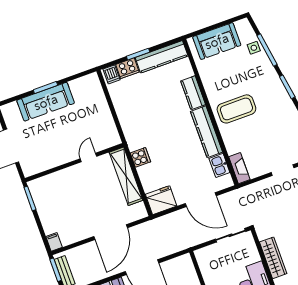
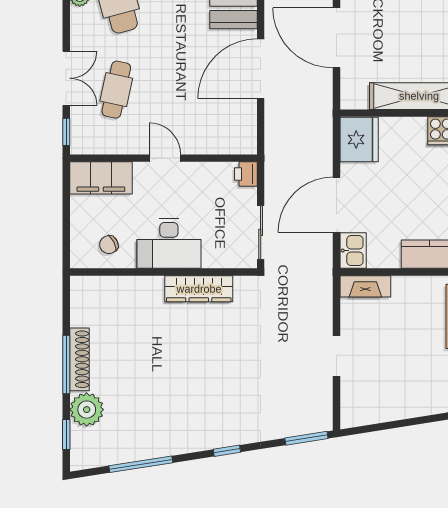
kitchen sink: (219, 165) -> (353, 251), moved, turned 90
printer: (202, 255) -> (246, 174), added

